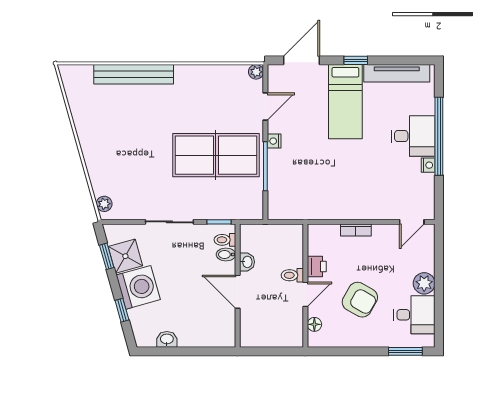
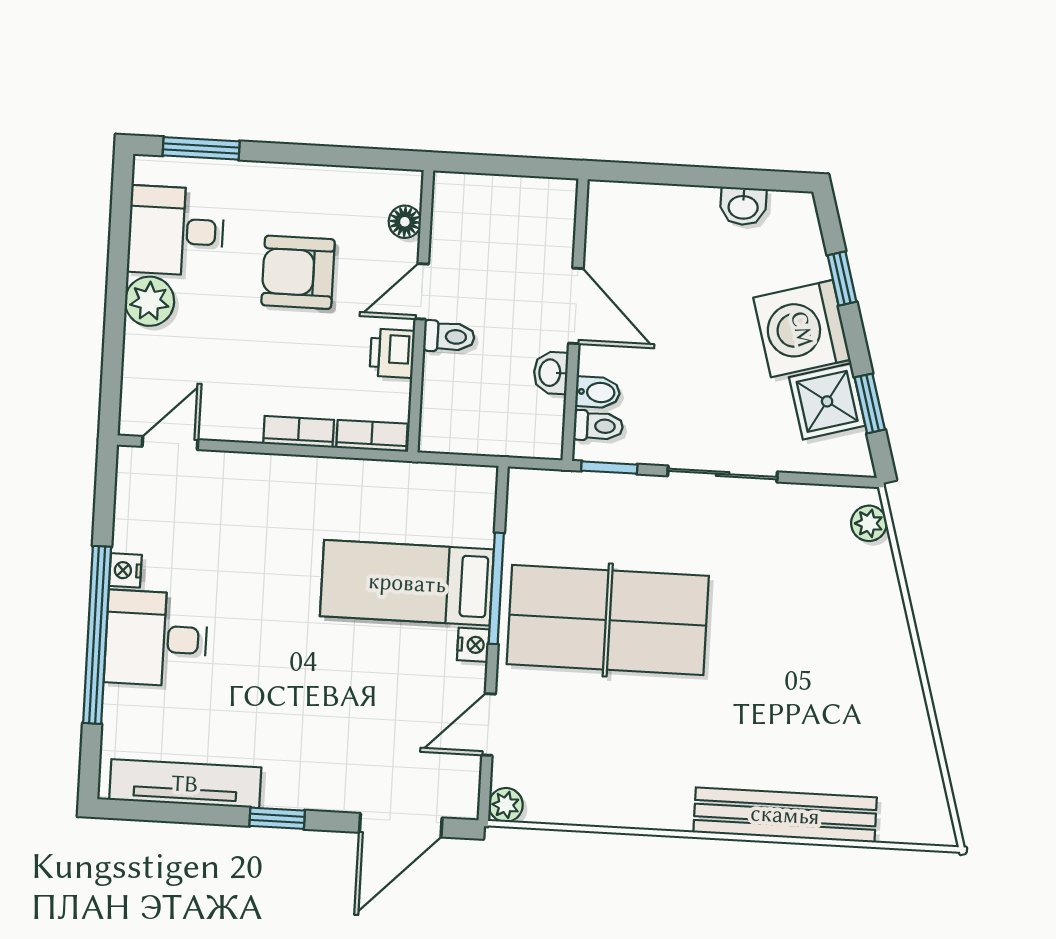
bed: (345, 102) -> (407, 583), moved, turned -90
bookcase: (324, 230) -> (372, 436), added
armchair: (360, 300) -> (298, 272), turned -30

